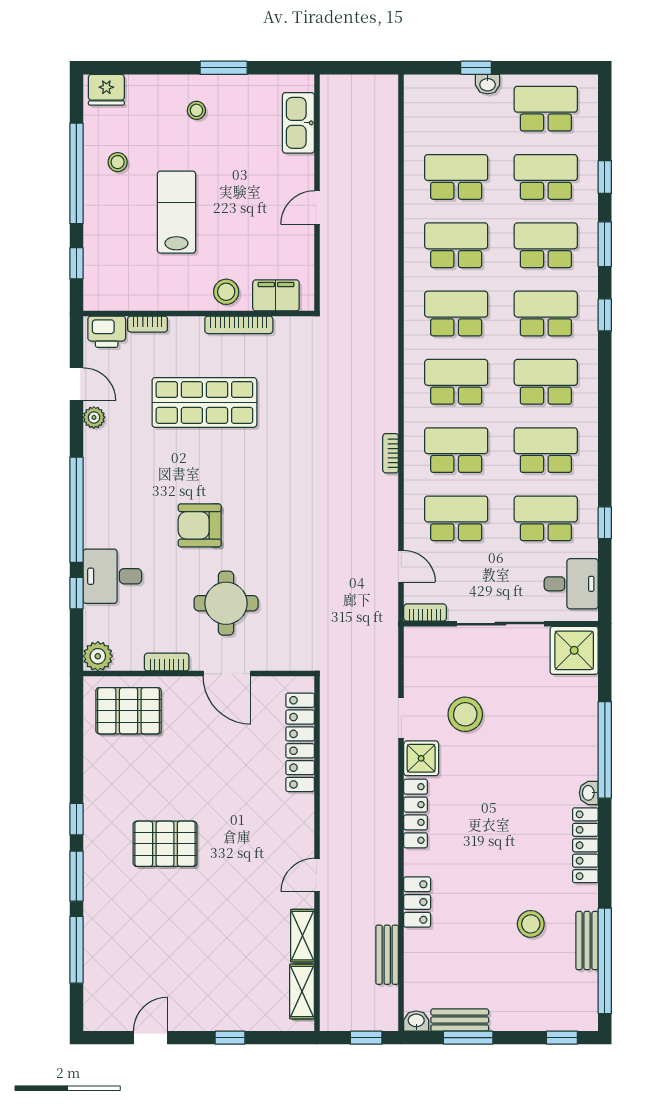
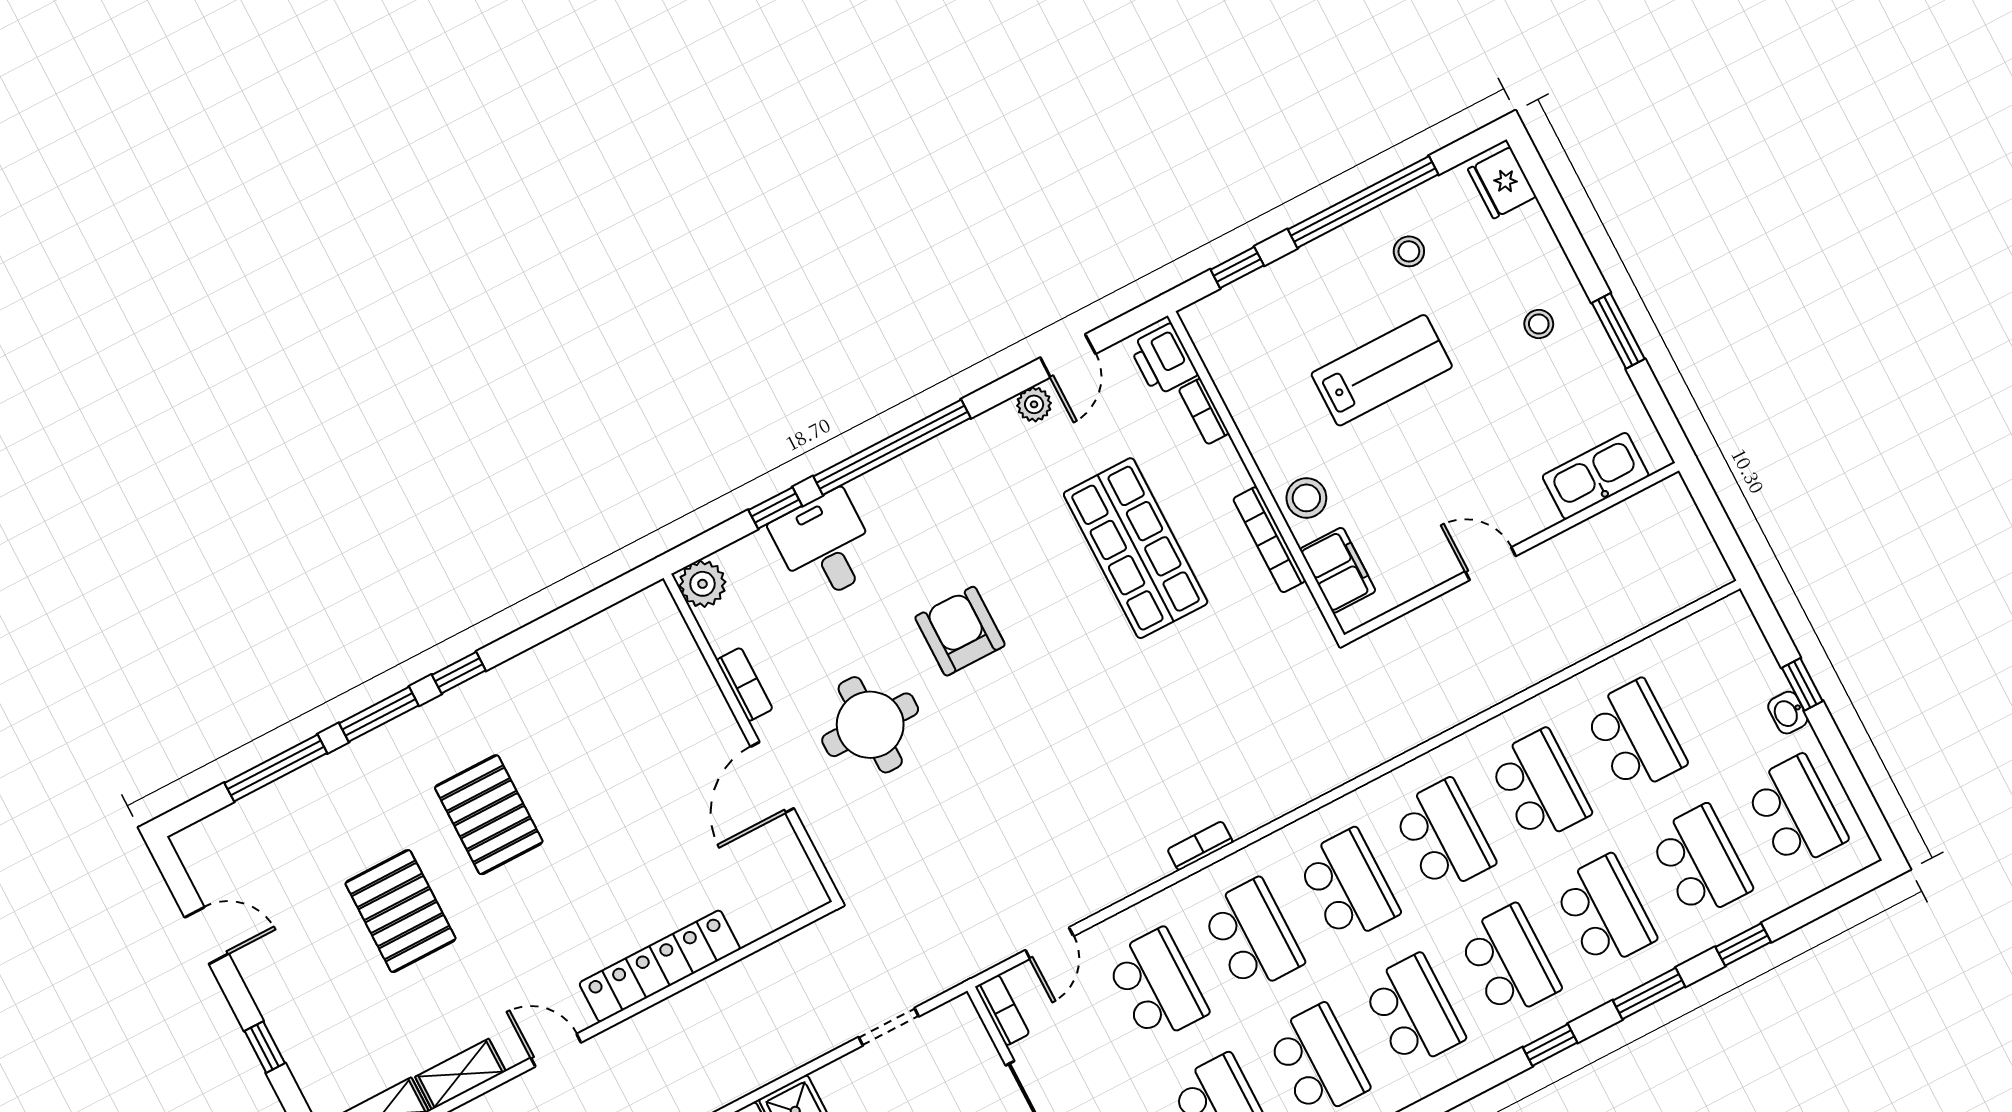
pallet: (129, 711) -> (401, 911), moved
doorway: (401, 718) -> (889, 1027), moved
locker: (300, 742) -> (660, 966), moved

